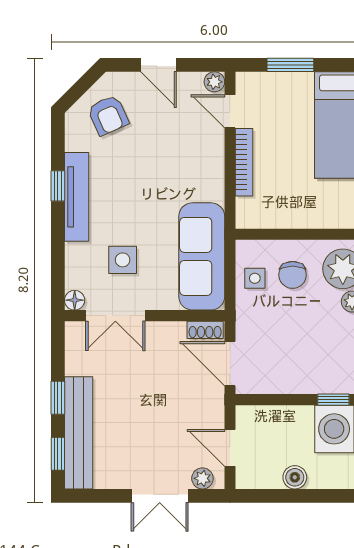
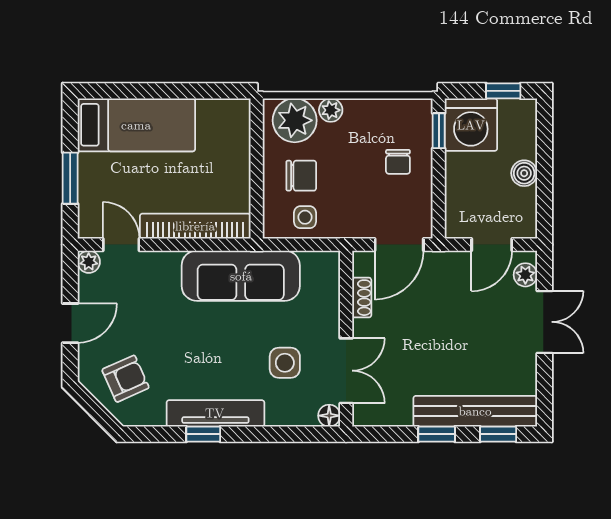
door: (230, 111) -> (121, 245), swing flipped
bookcase: (244, 162) -> (195, 226), width x1.48, depth x1.31
sofa: (202, 256) -> (241, 276), moved
shoe rack: (205, 330) -> (362, 298), moved
chair: (305, 363) -> (398, 162), added

